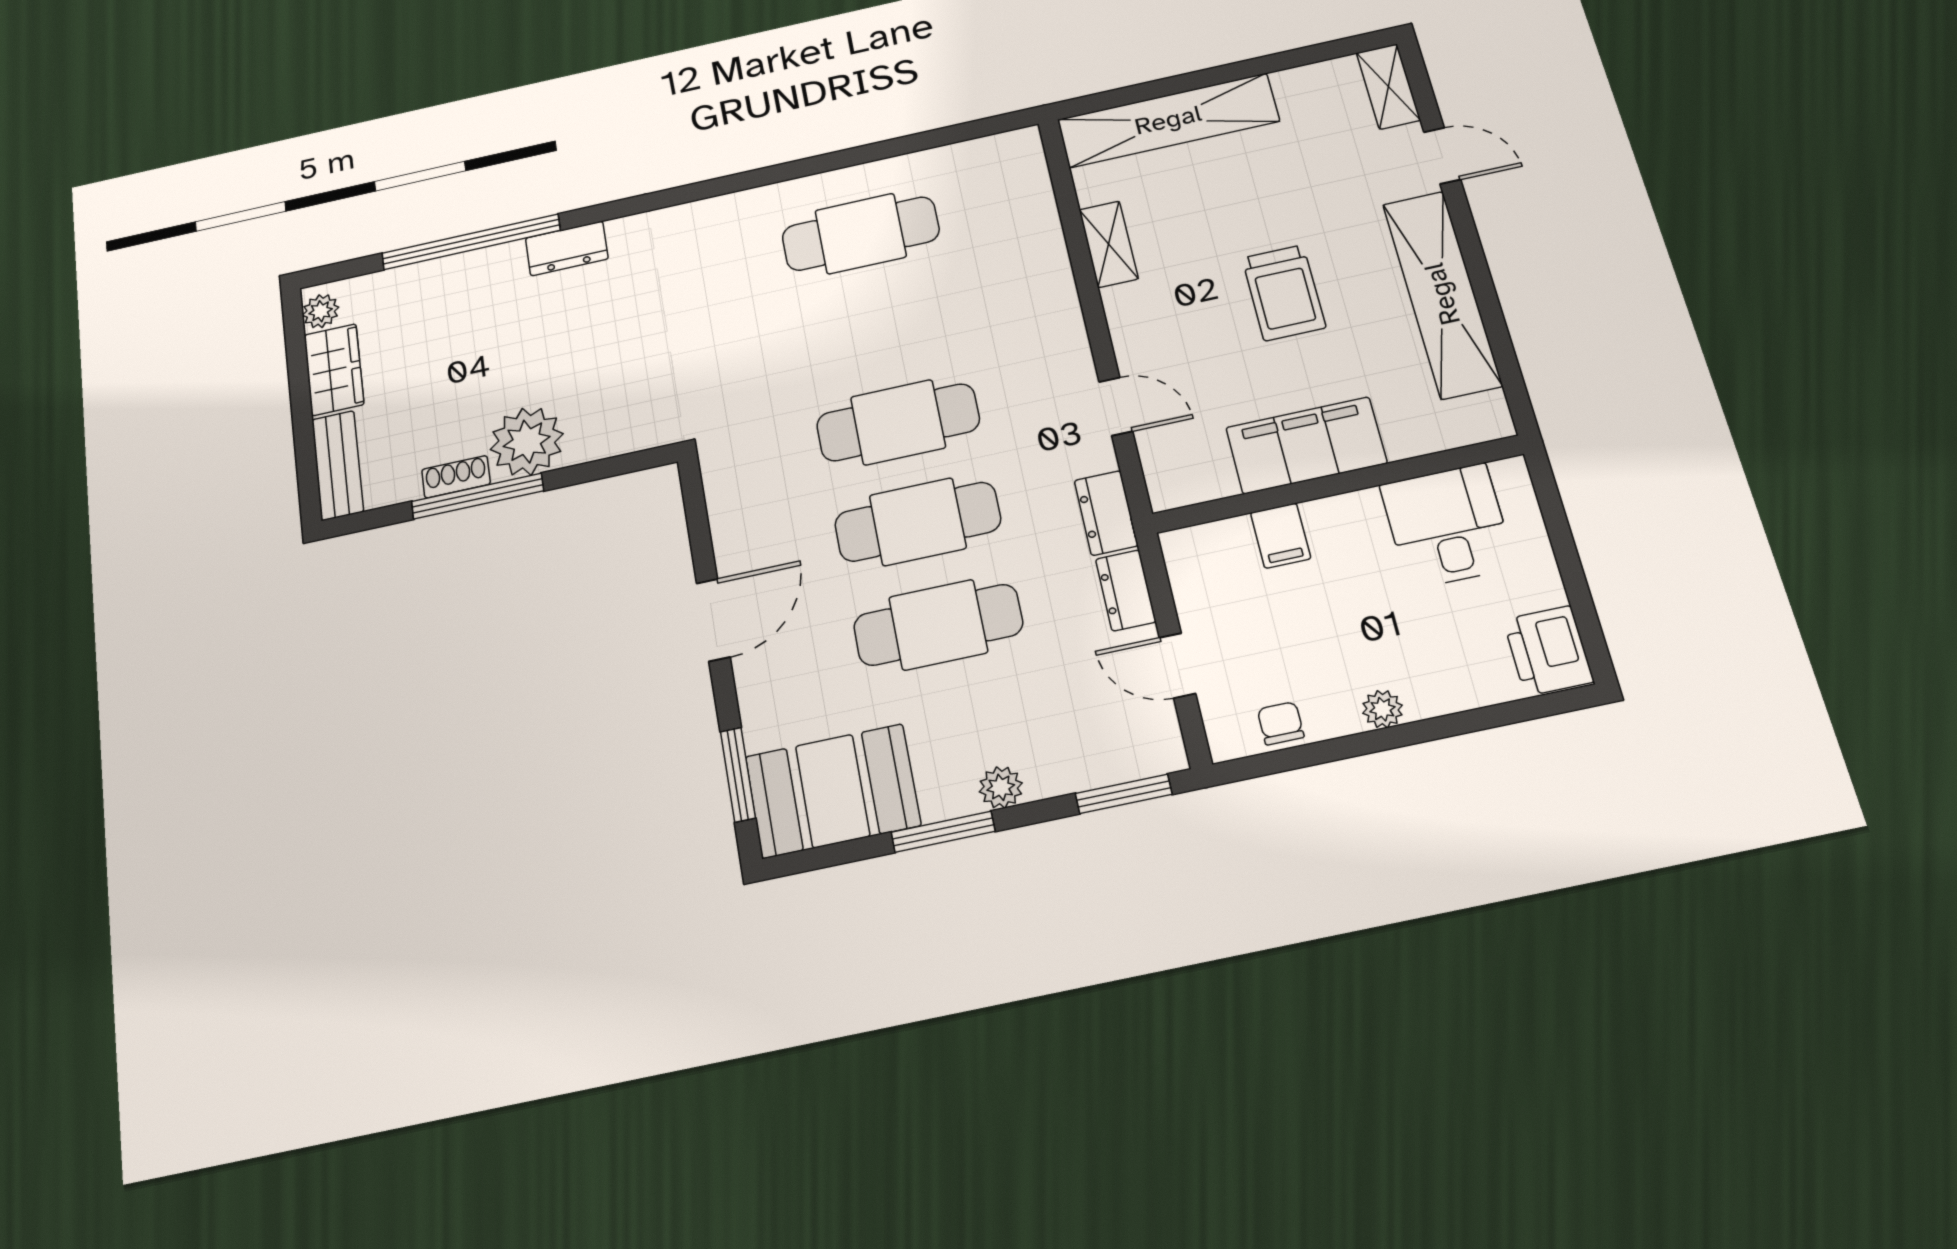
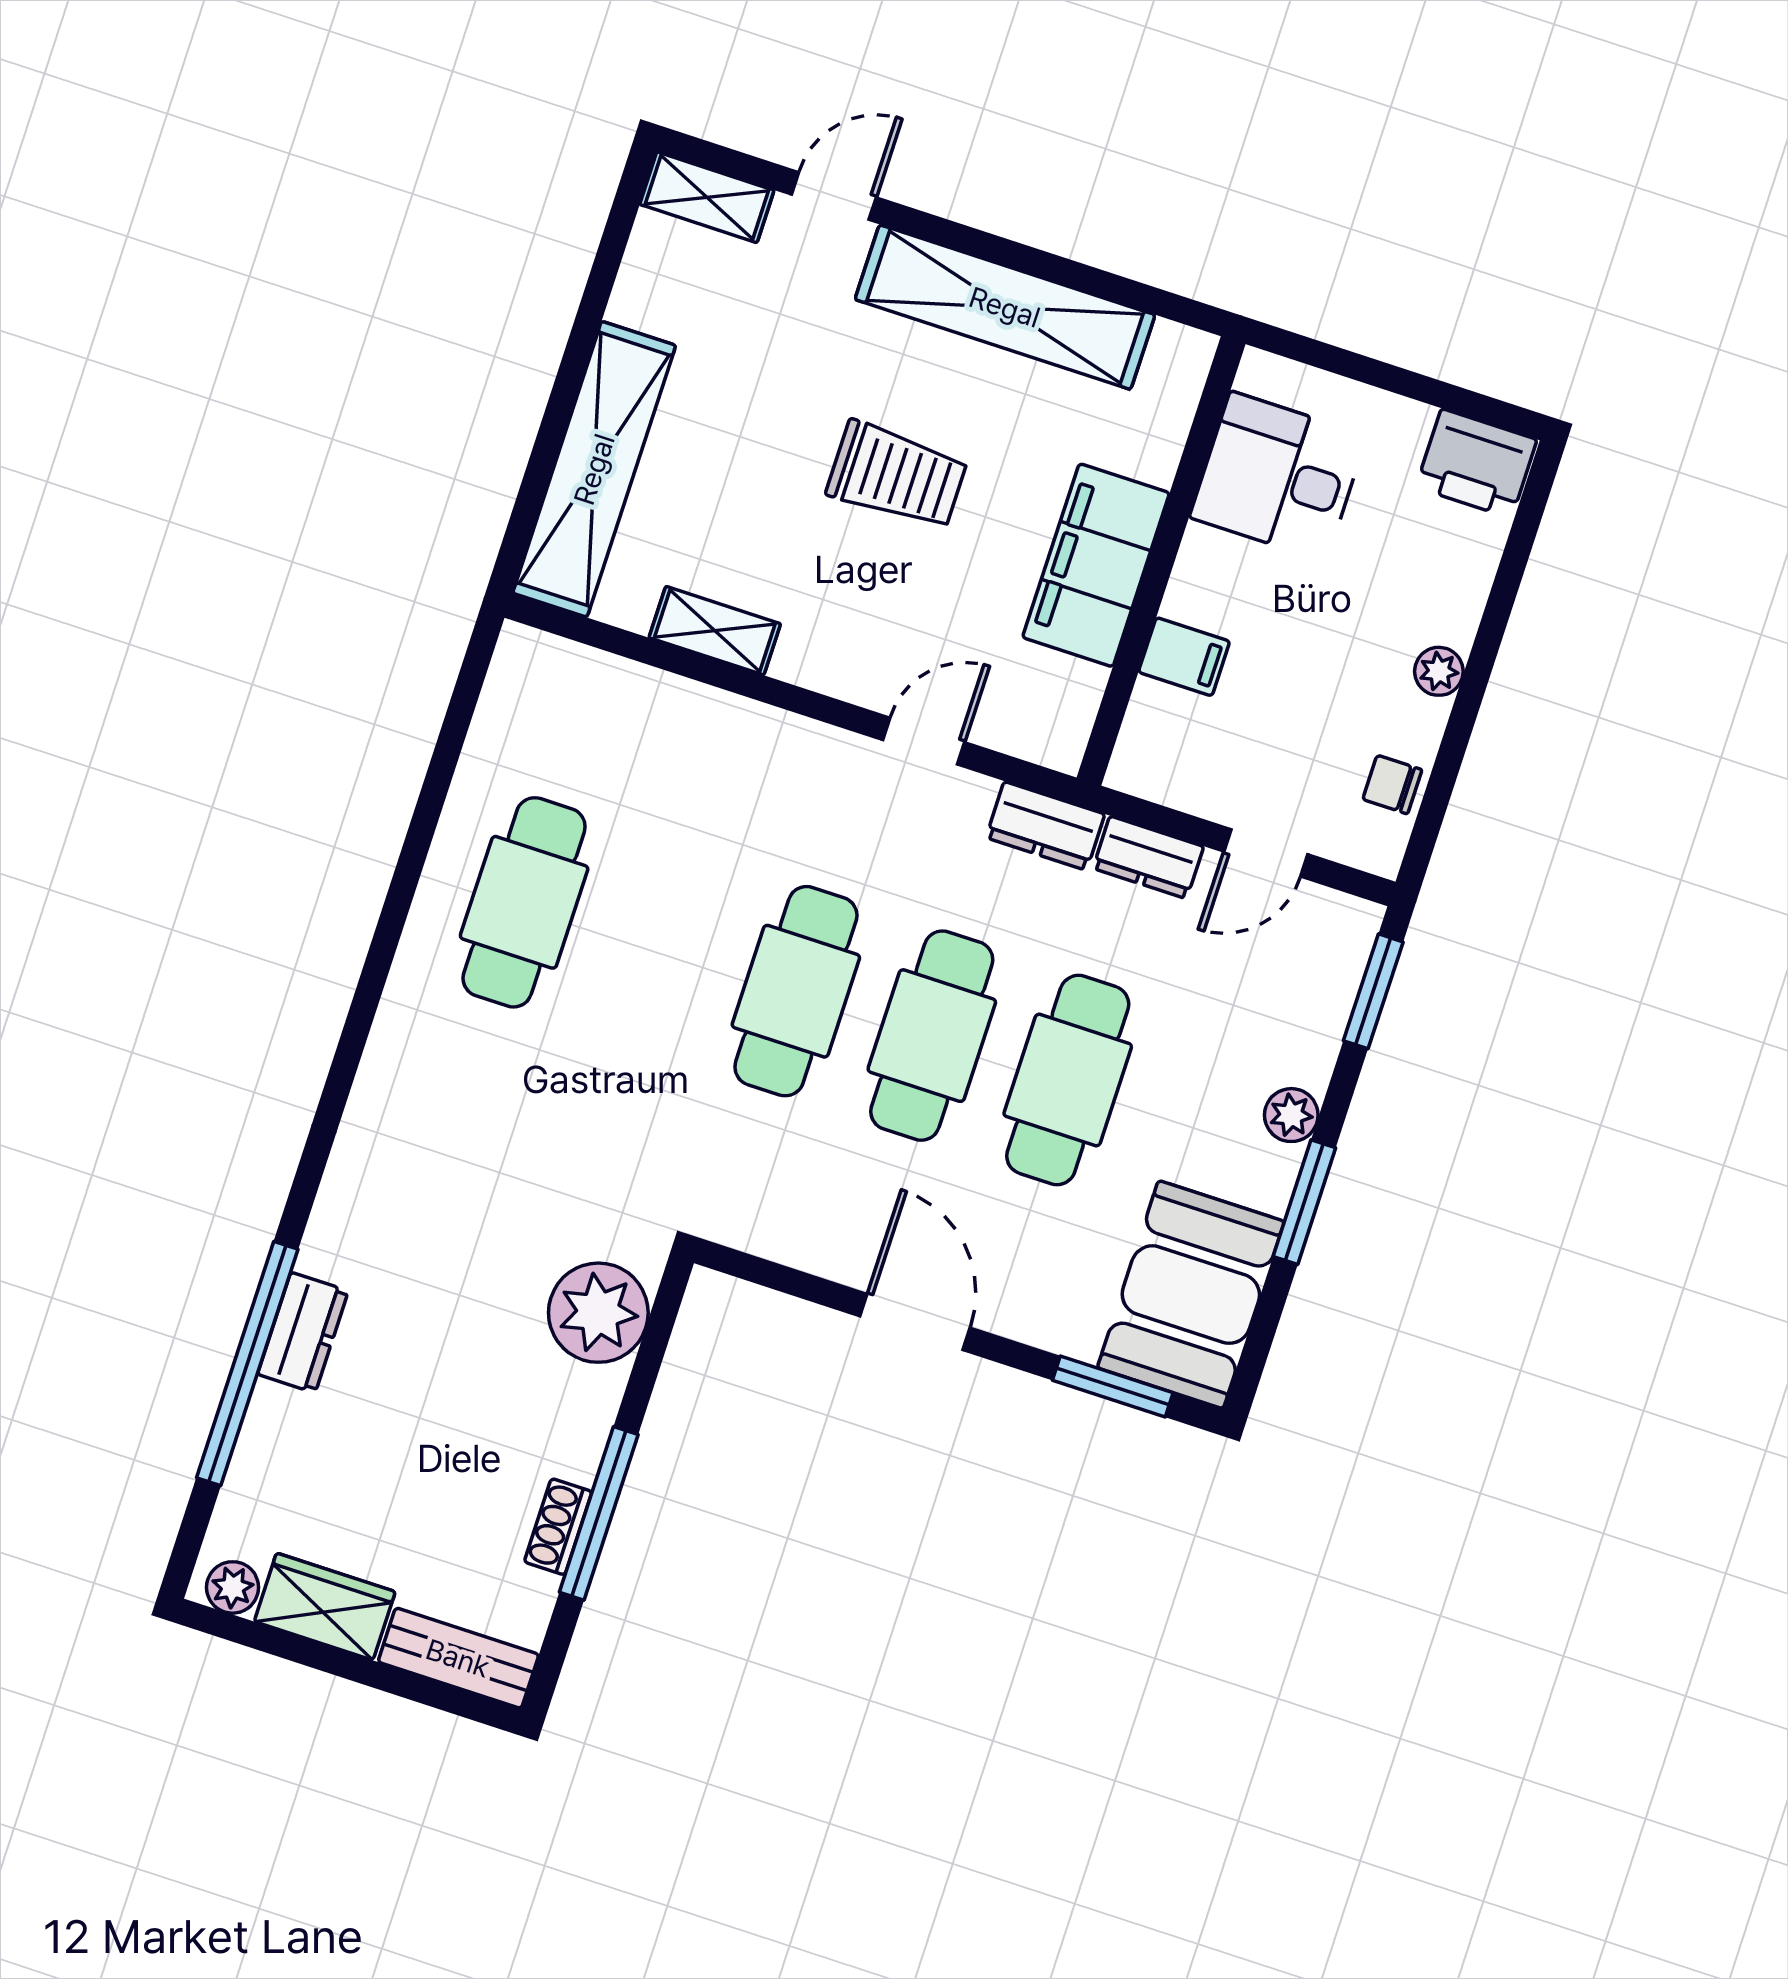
dresser: (567, 248) -> (303, 1333), moved
plant: (527, 442) -> (598, 1313), moved

